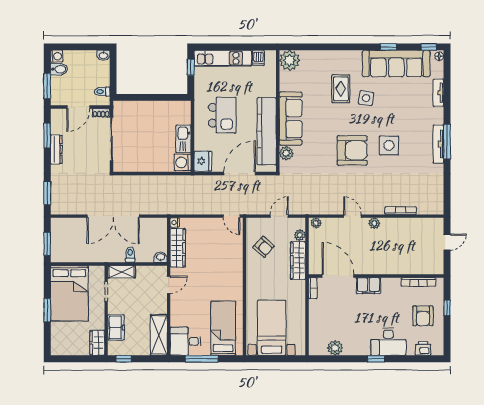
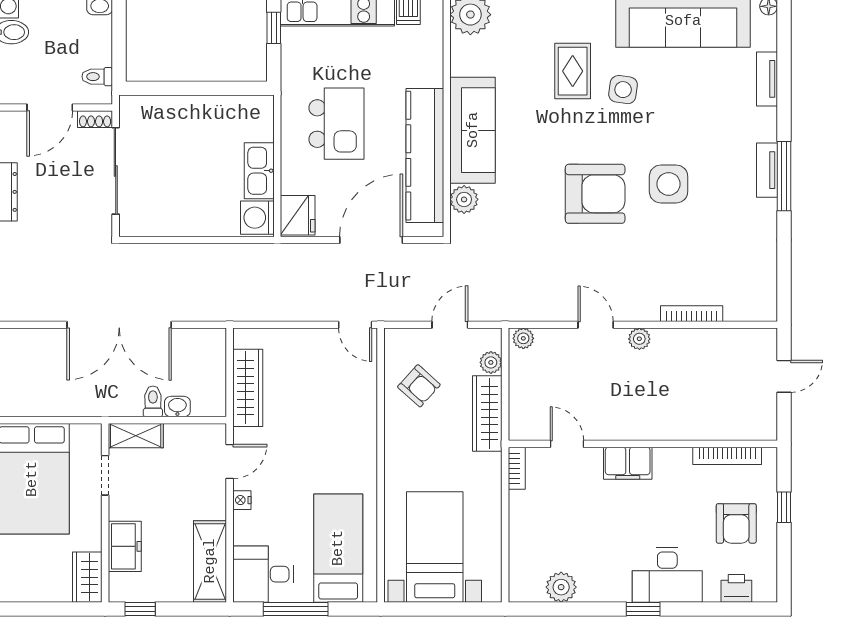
tv unit: (438, 144) -> (767, 170), width x0.71
nightstand: (175, 223) -> (242, 500), moved
washbasin: (161, 257) -> (177, 407), moved
door: (338, 276) -> (567, 444), width x0.53

